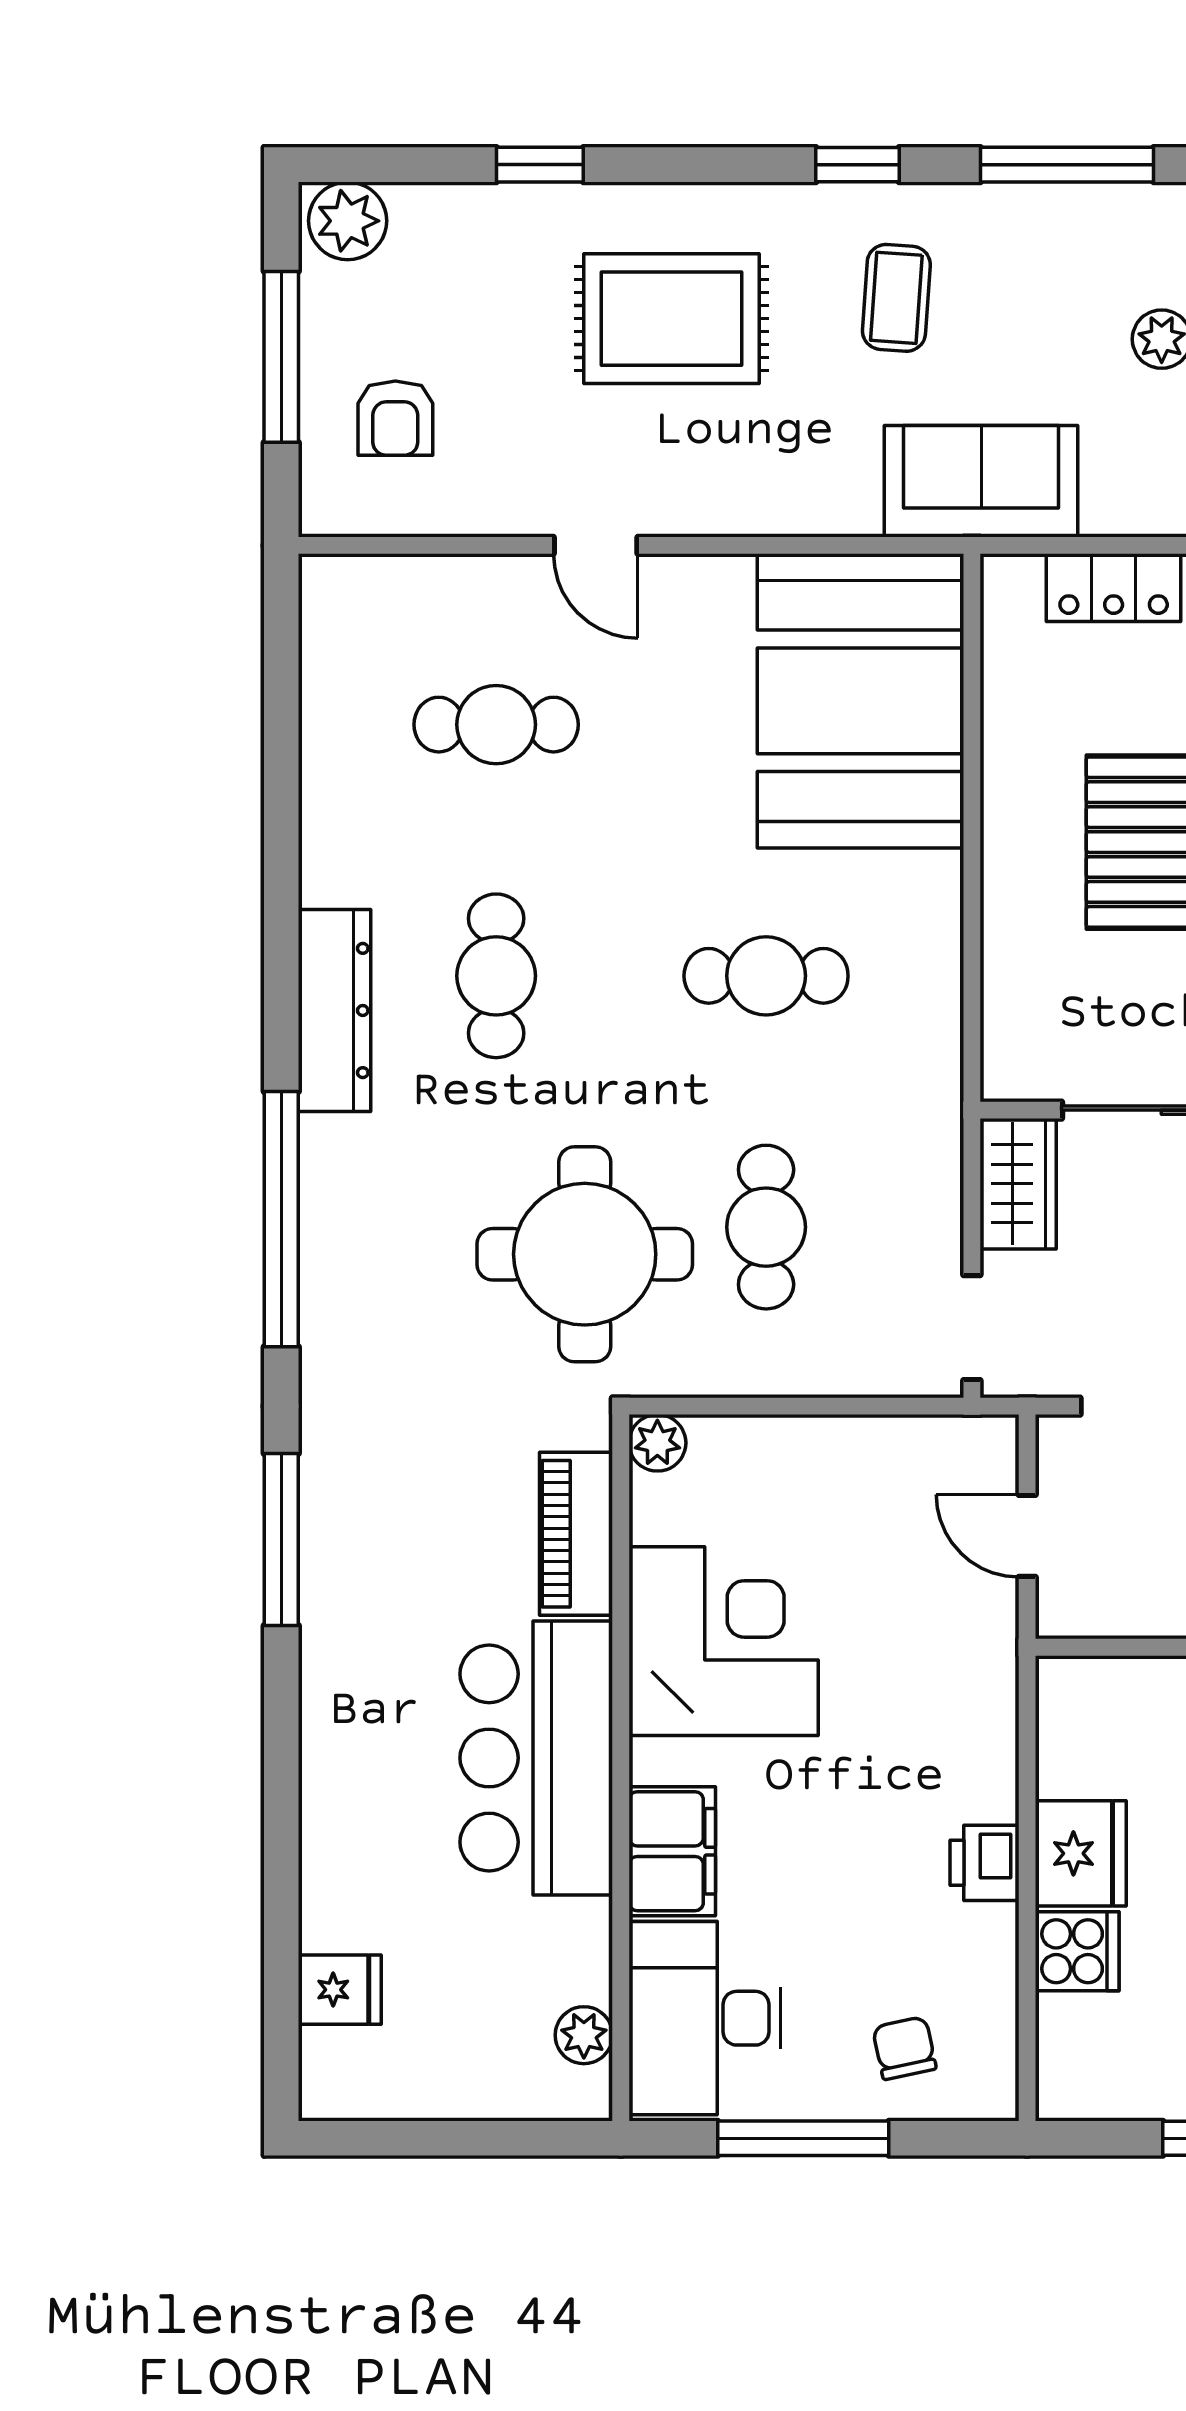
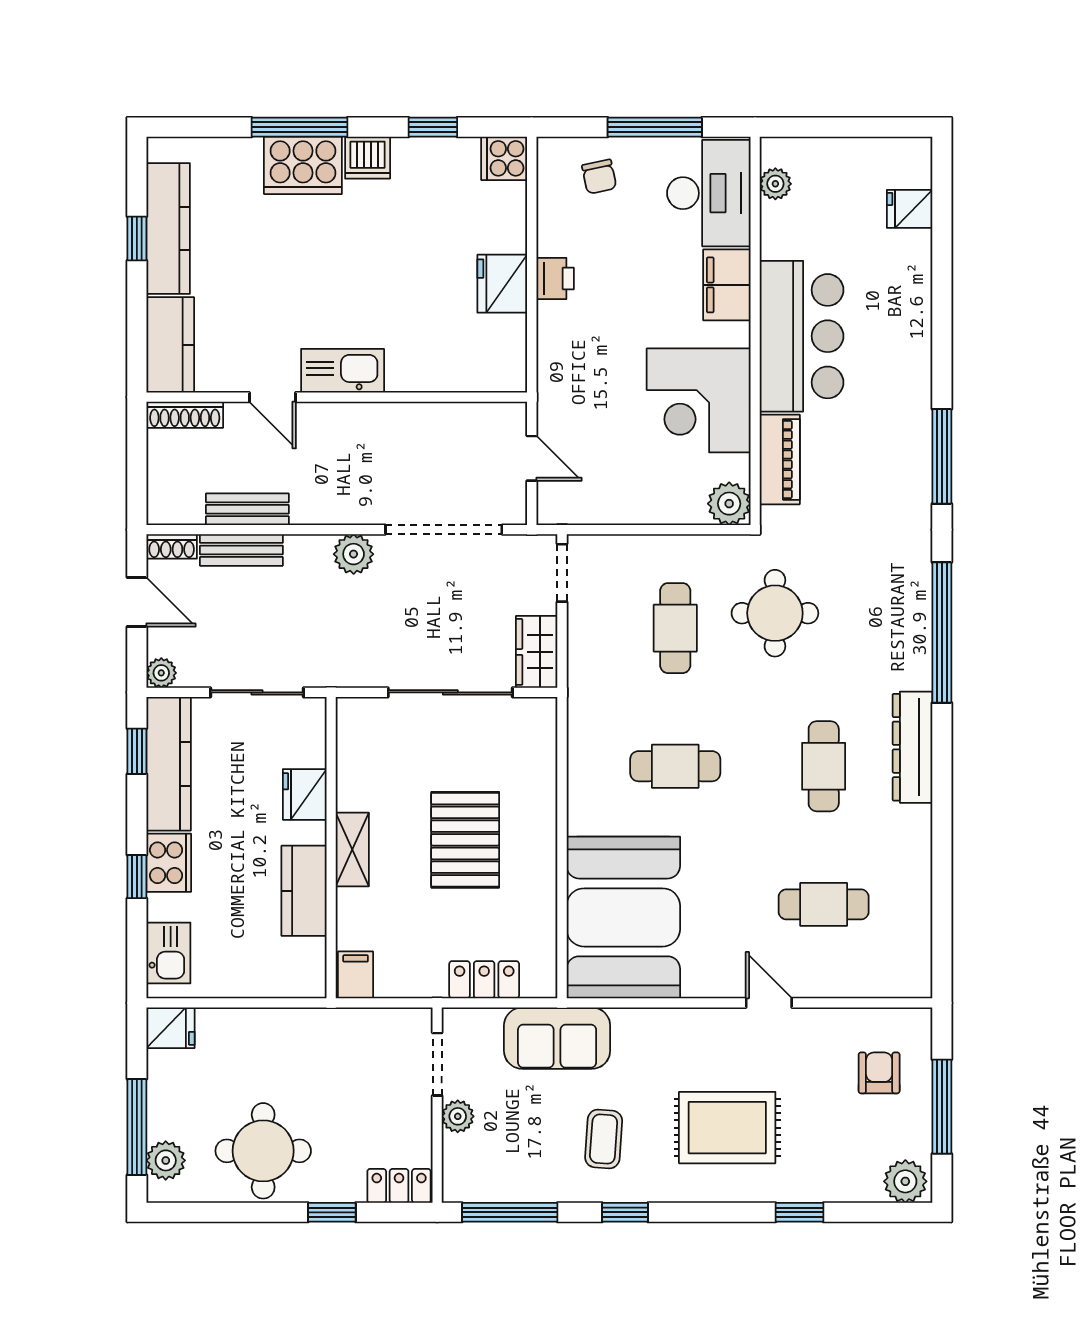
round table: (585, 1254) -> (775, 613), width x0.73, depth x0.73
plant: (657, 1443) -> (729, 504), width x1.38, depth x1.38
cooker: (1077, 1951) -> (504, 158), moved

